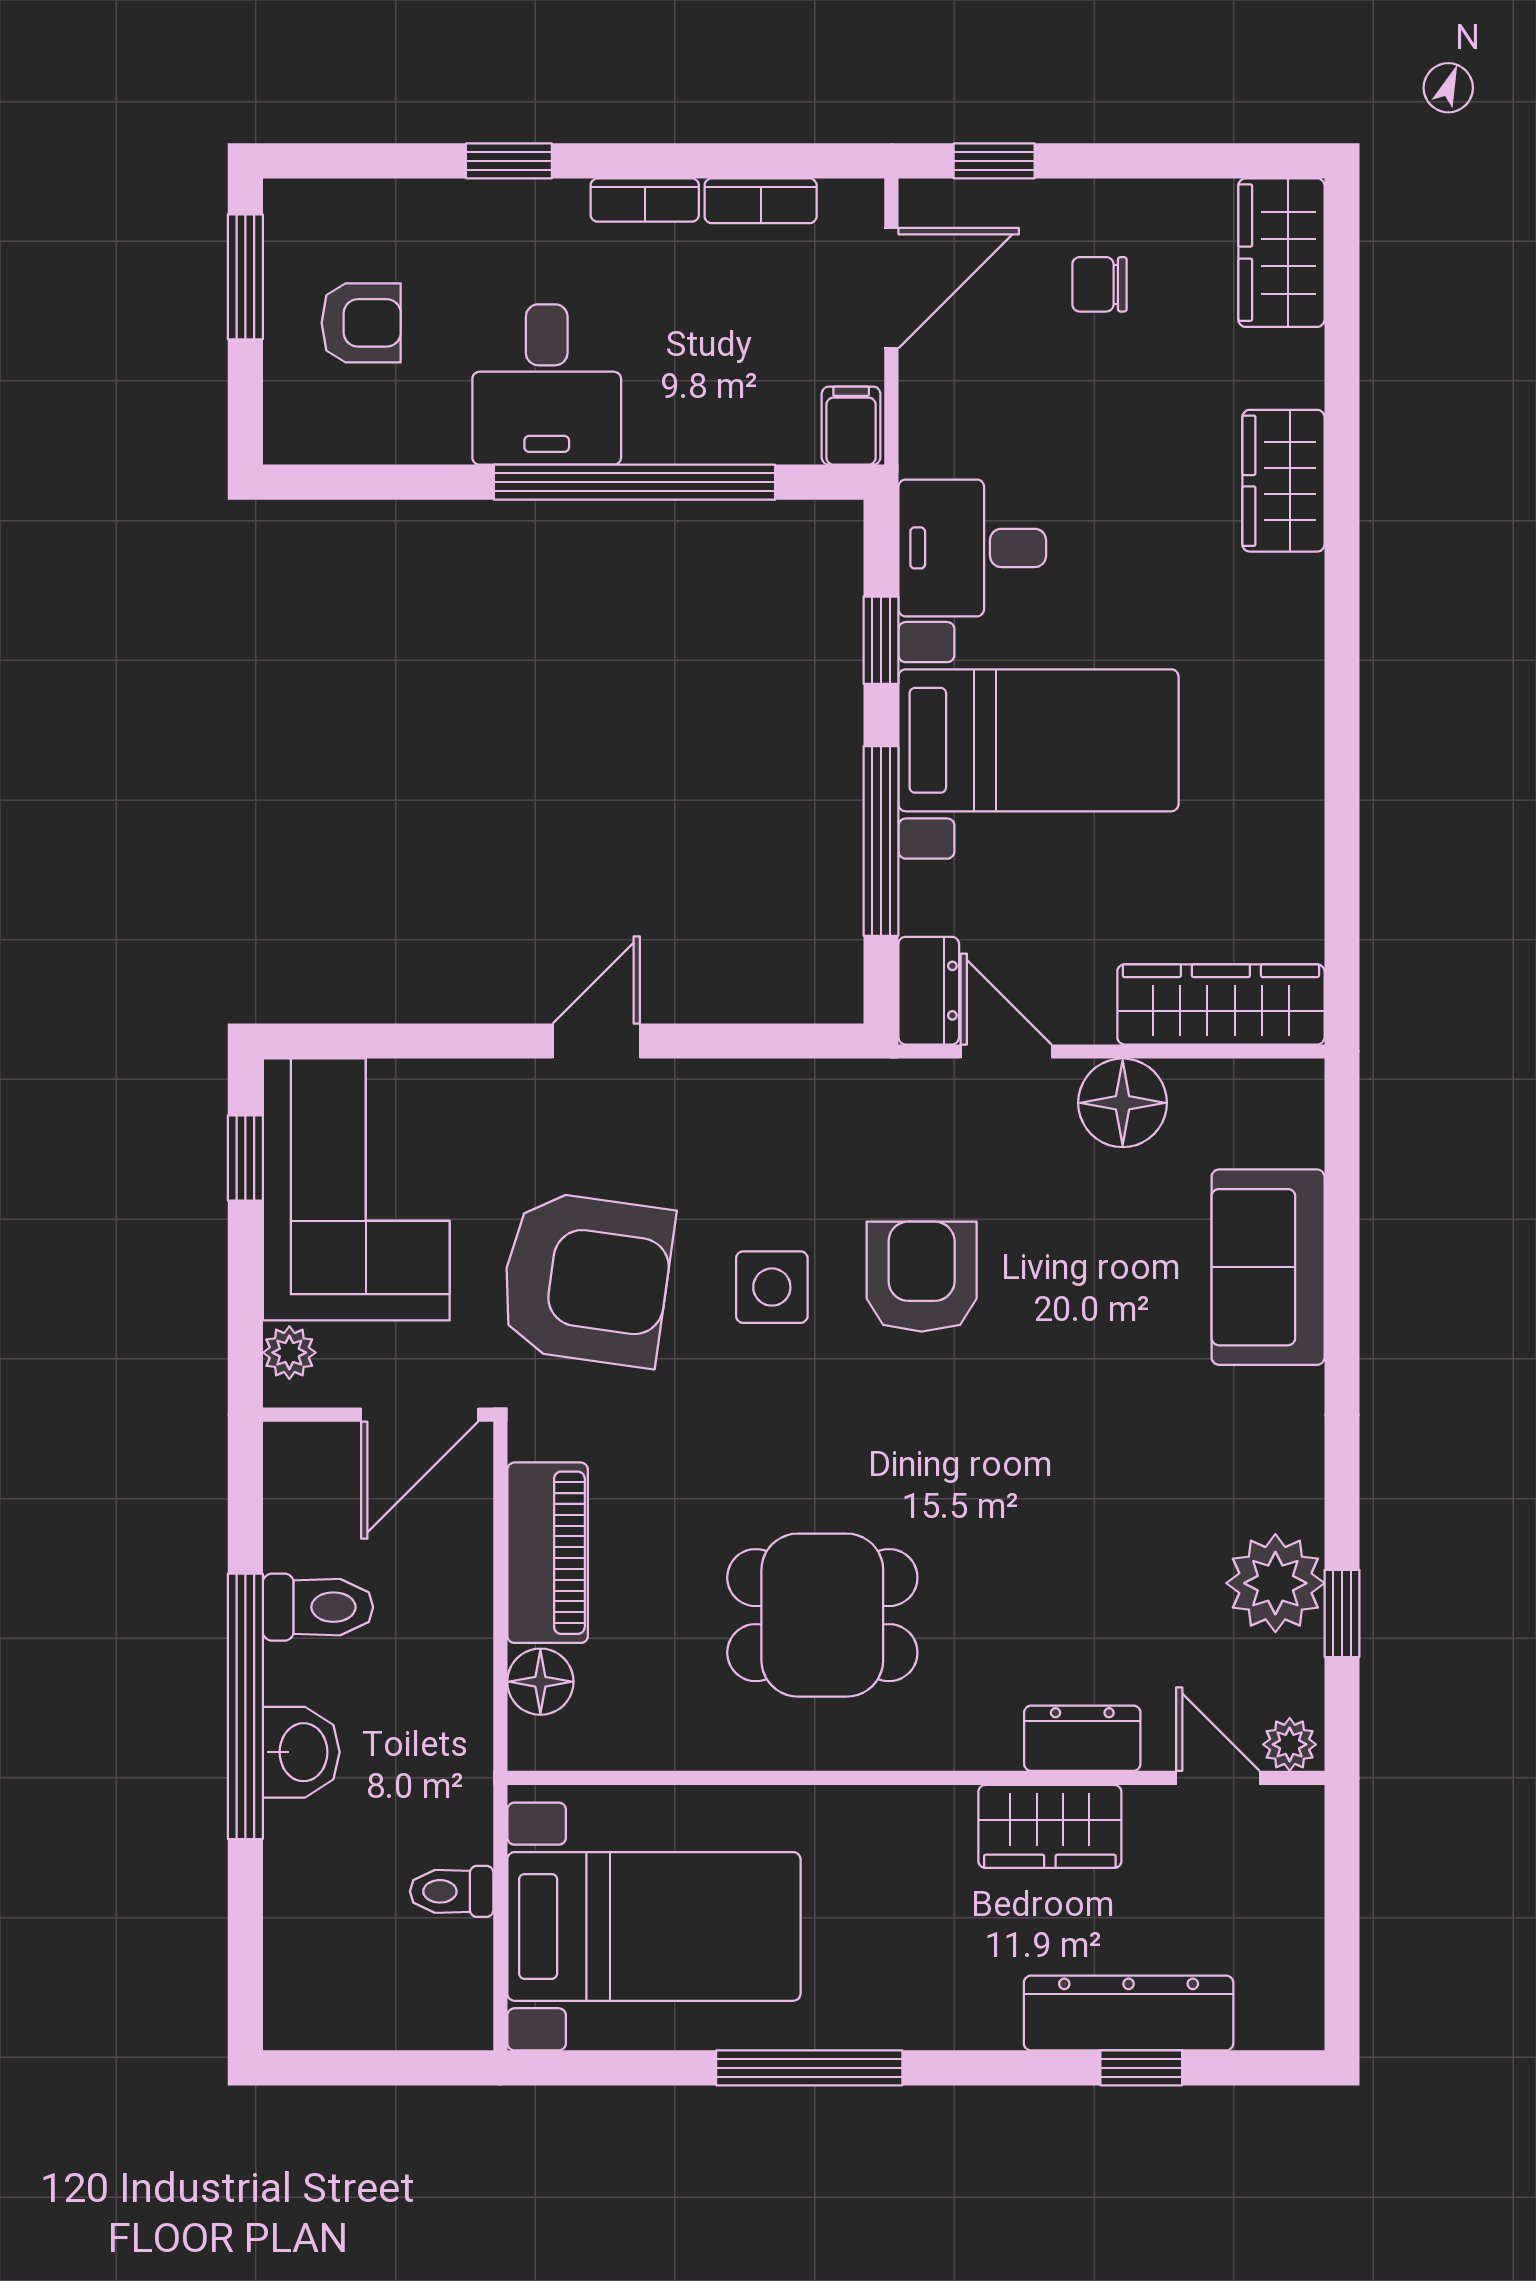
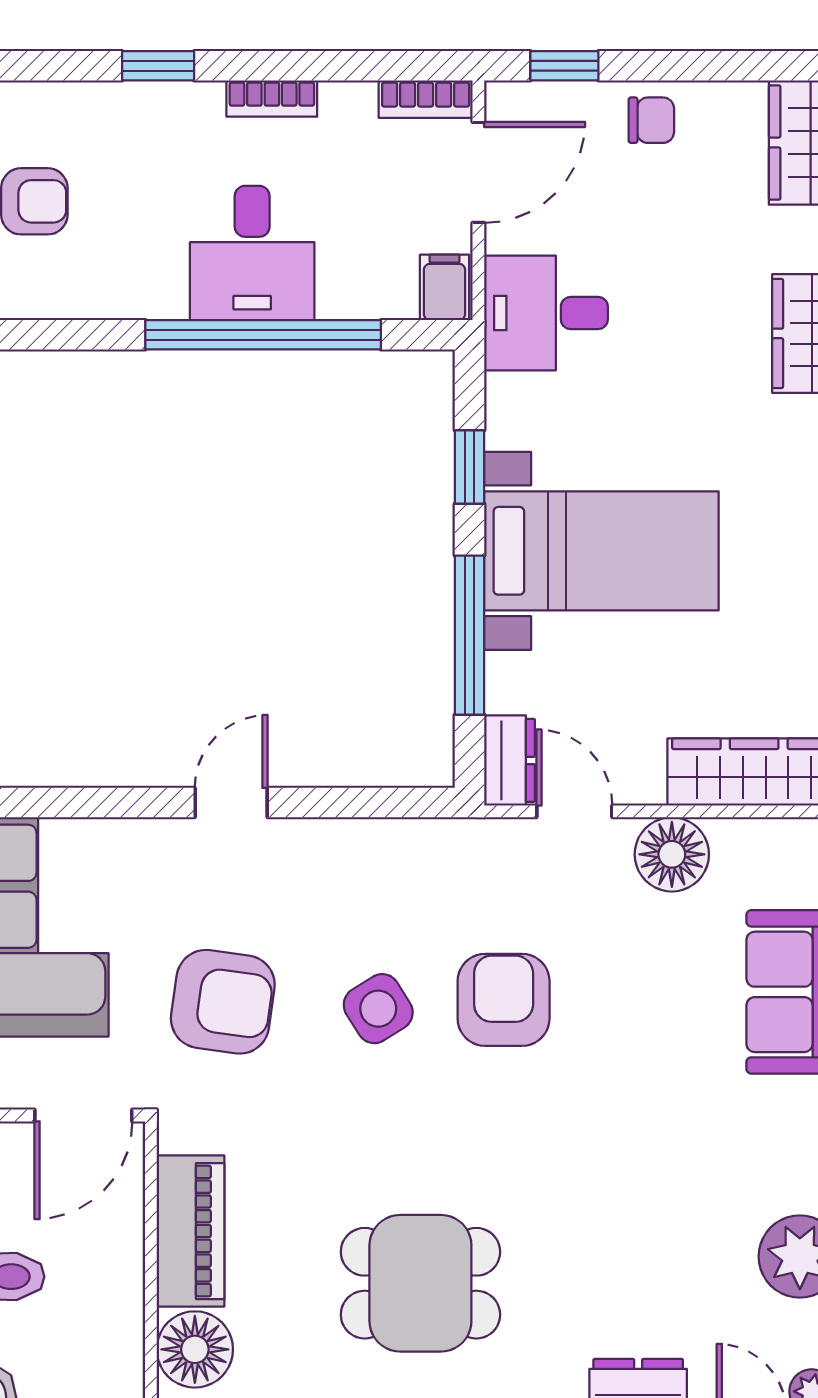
bookcase: (761, 201) -> (426, 99), moved
chair: (1099, 284) -> (651, 120), moved, turned 180
desk: (547, 385) -> (252, 253), moved
desk: (972, 548) -> (546, 313), moved
armchair: (586, 1279) -> (223, 1002), width x0.73, depth x0.73
side table: (772, 1287) -> (378, 1009), turned -32
floor lamp: (540, 1682) -> (195, 1349), width x1.38, depth x1.38

